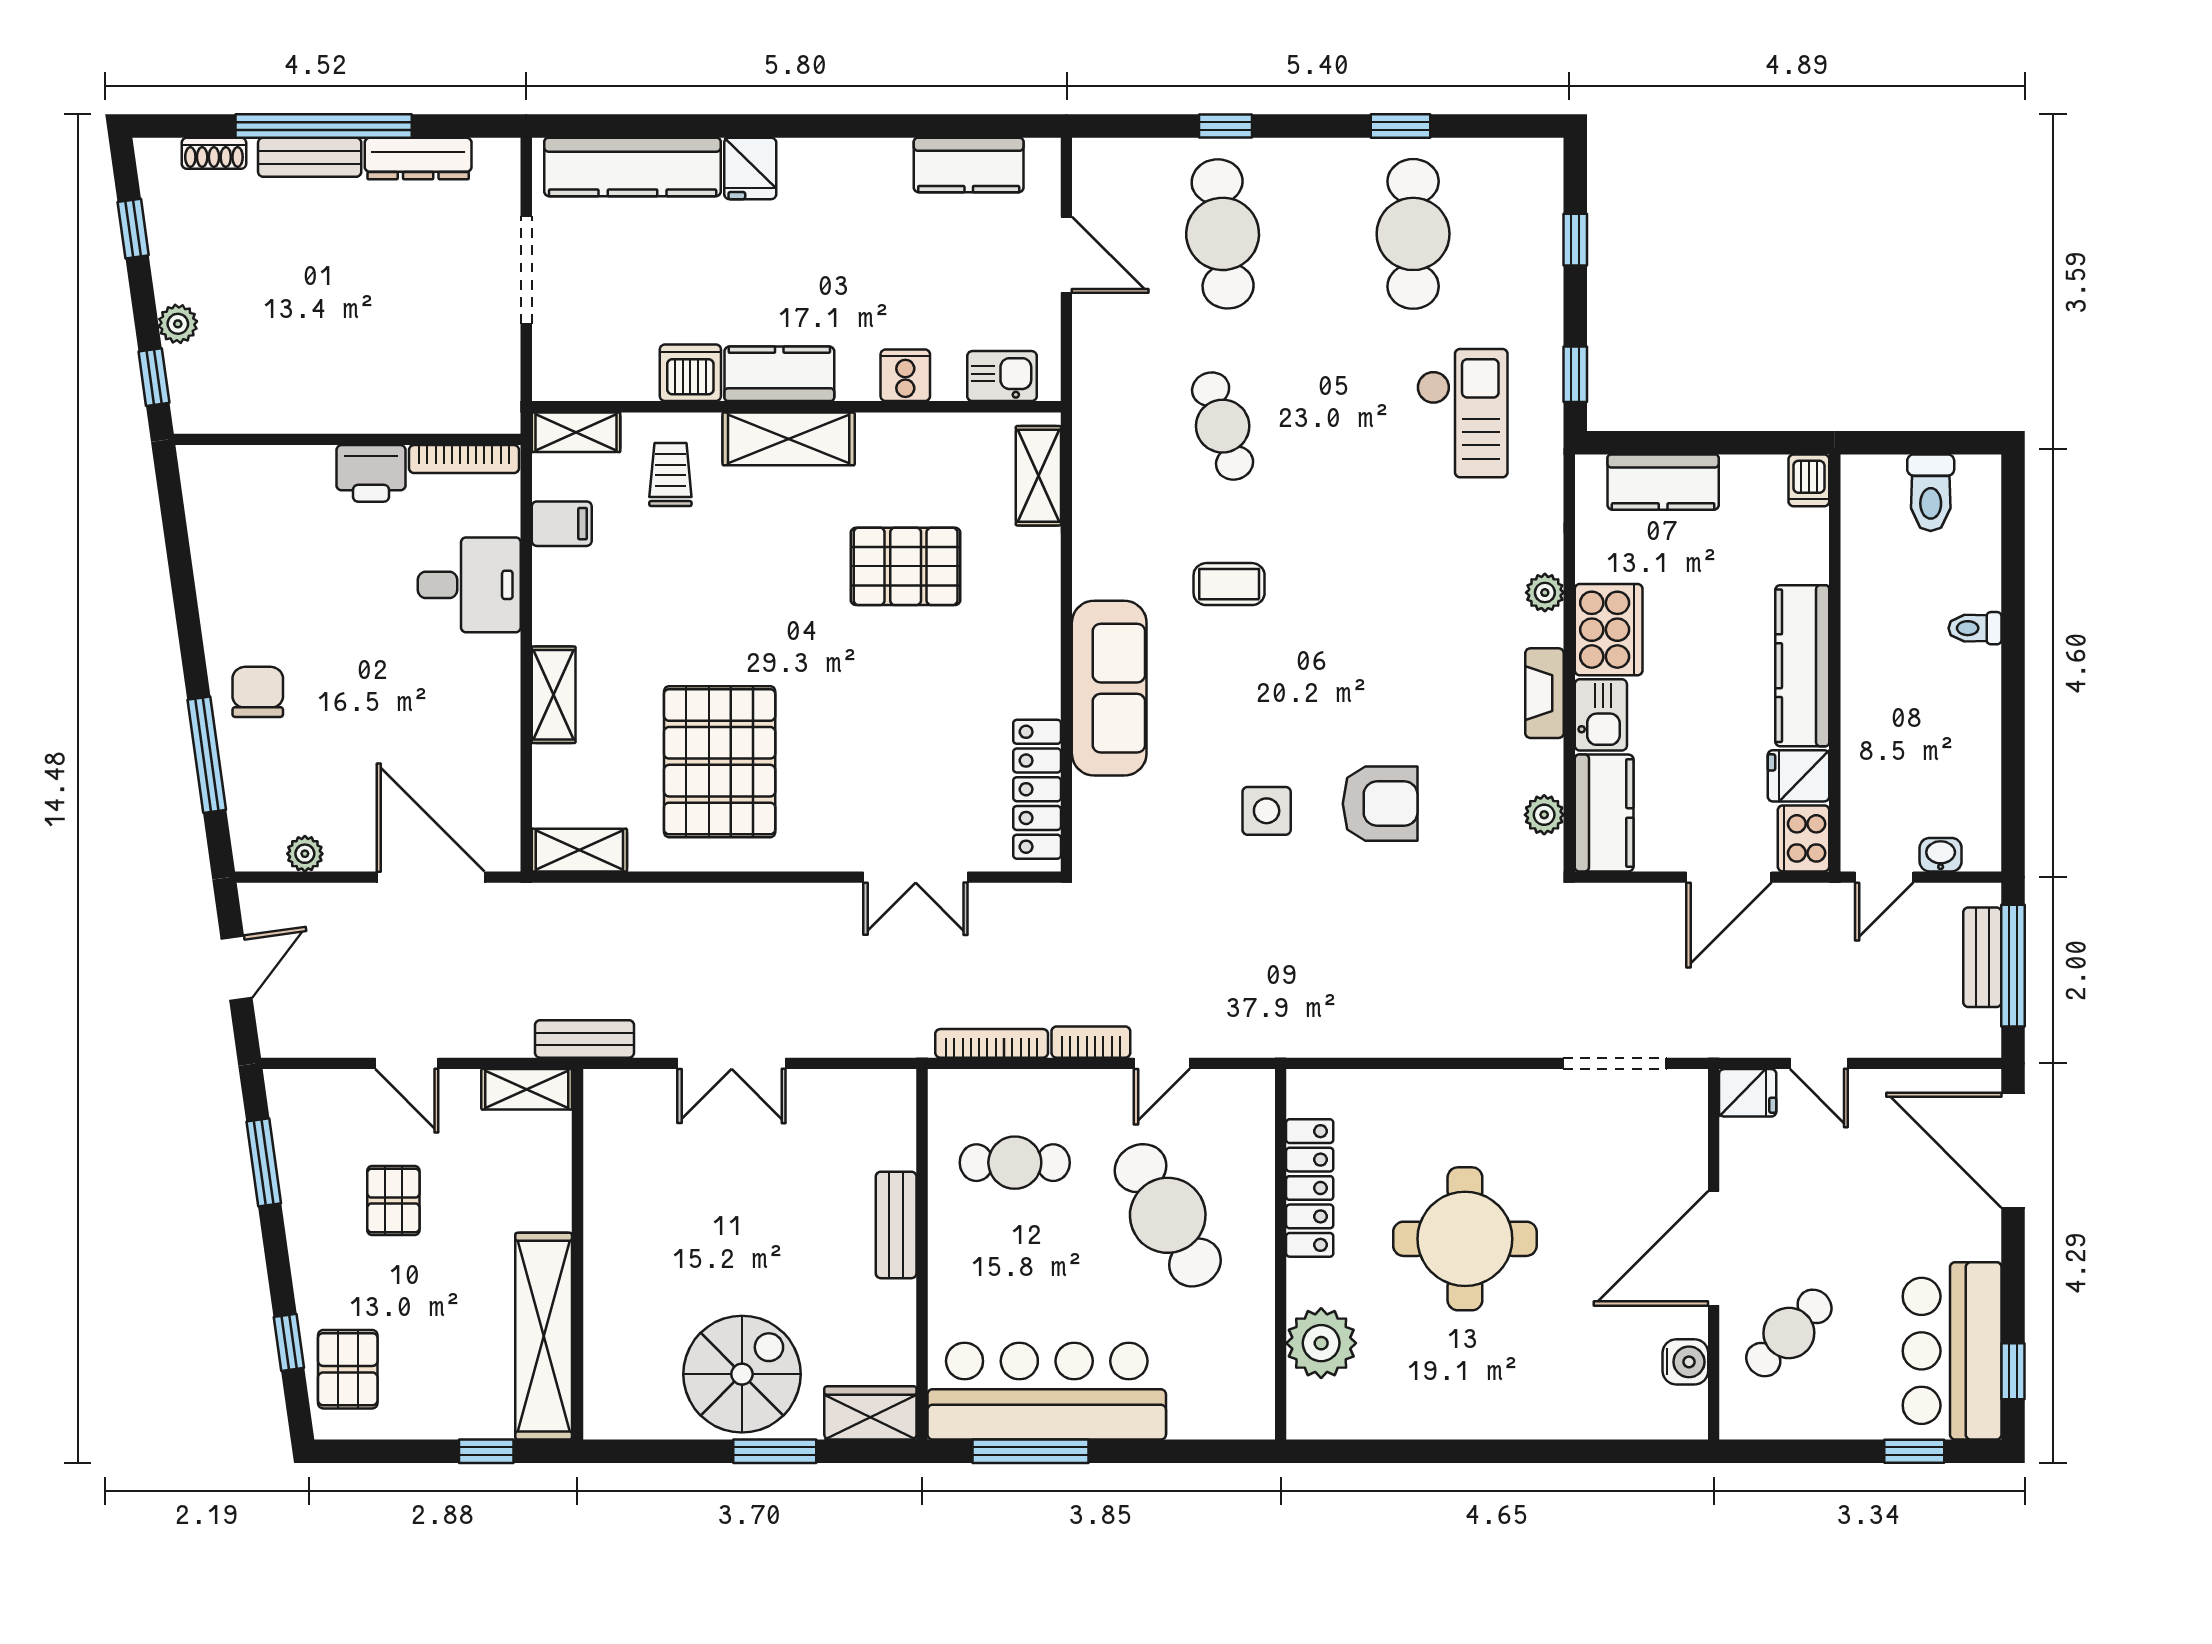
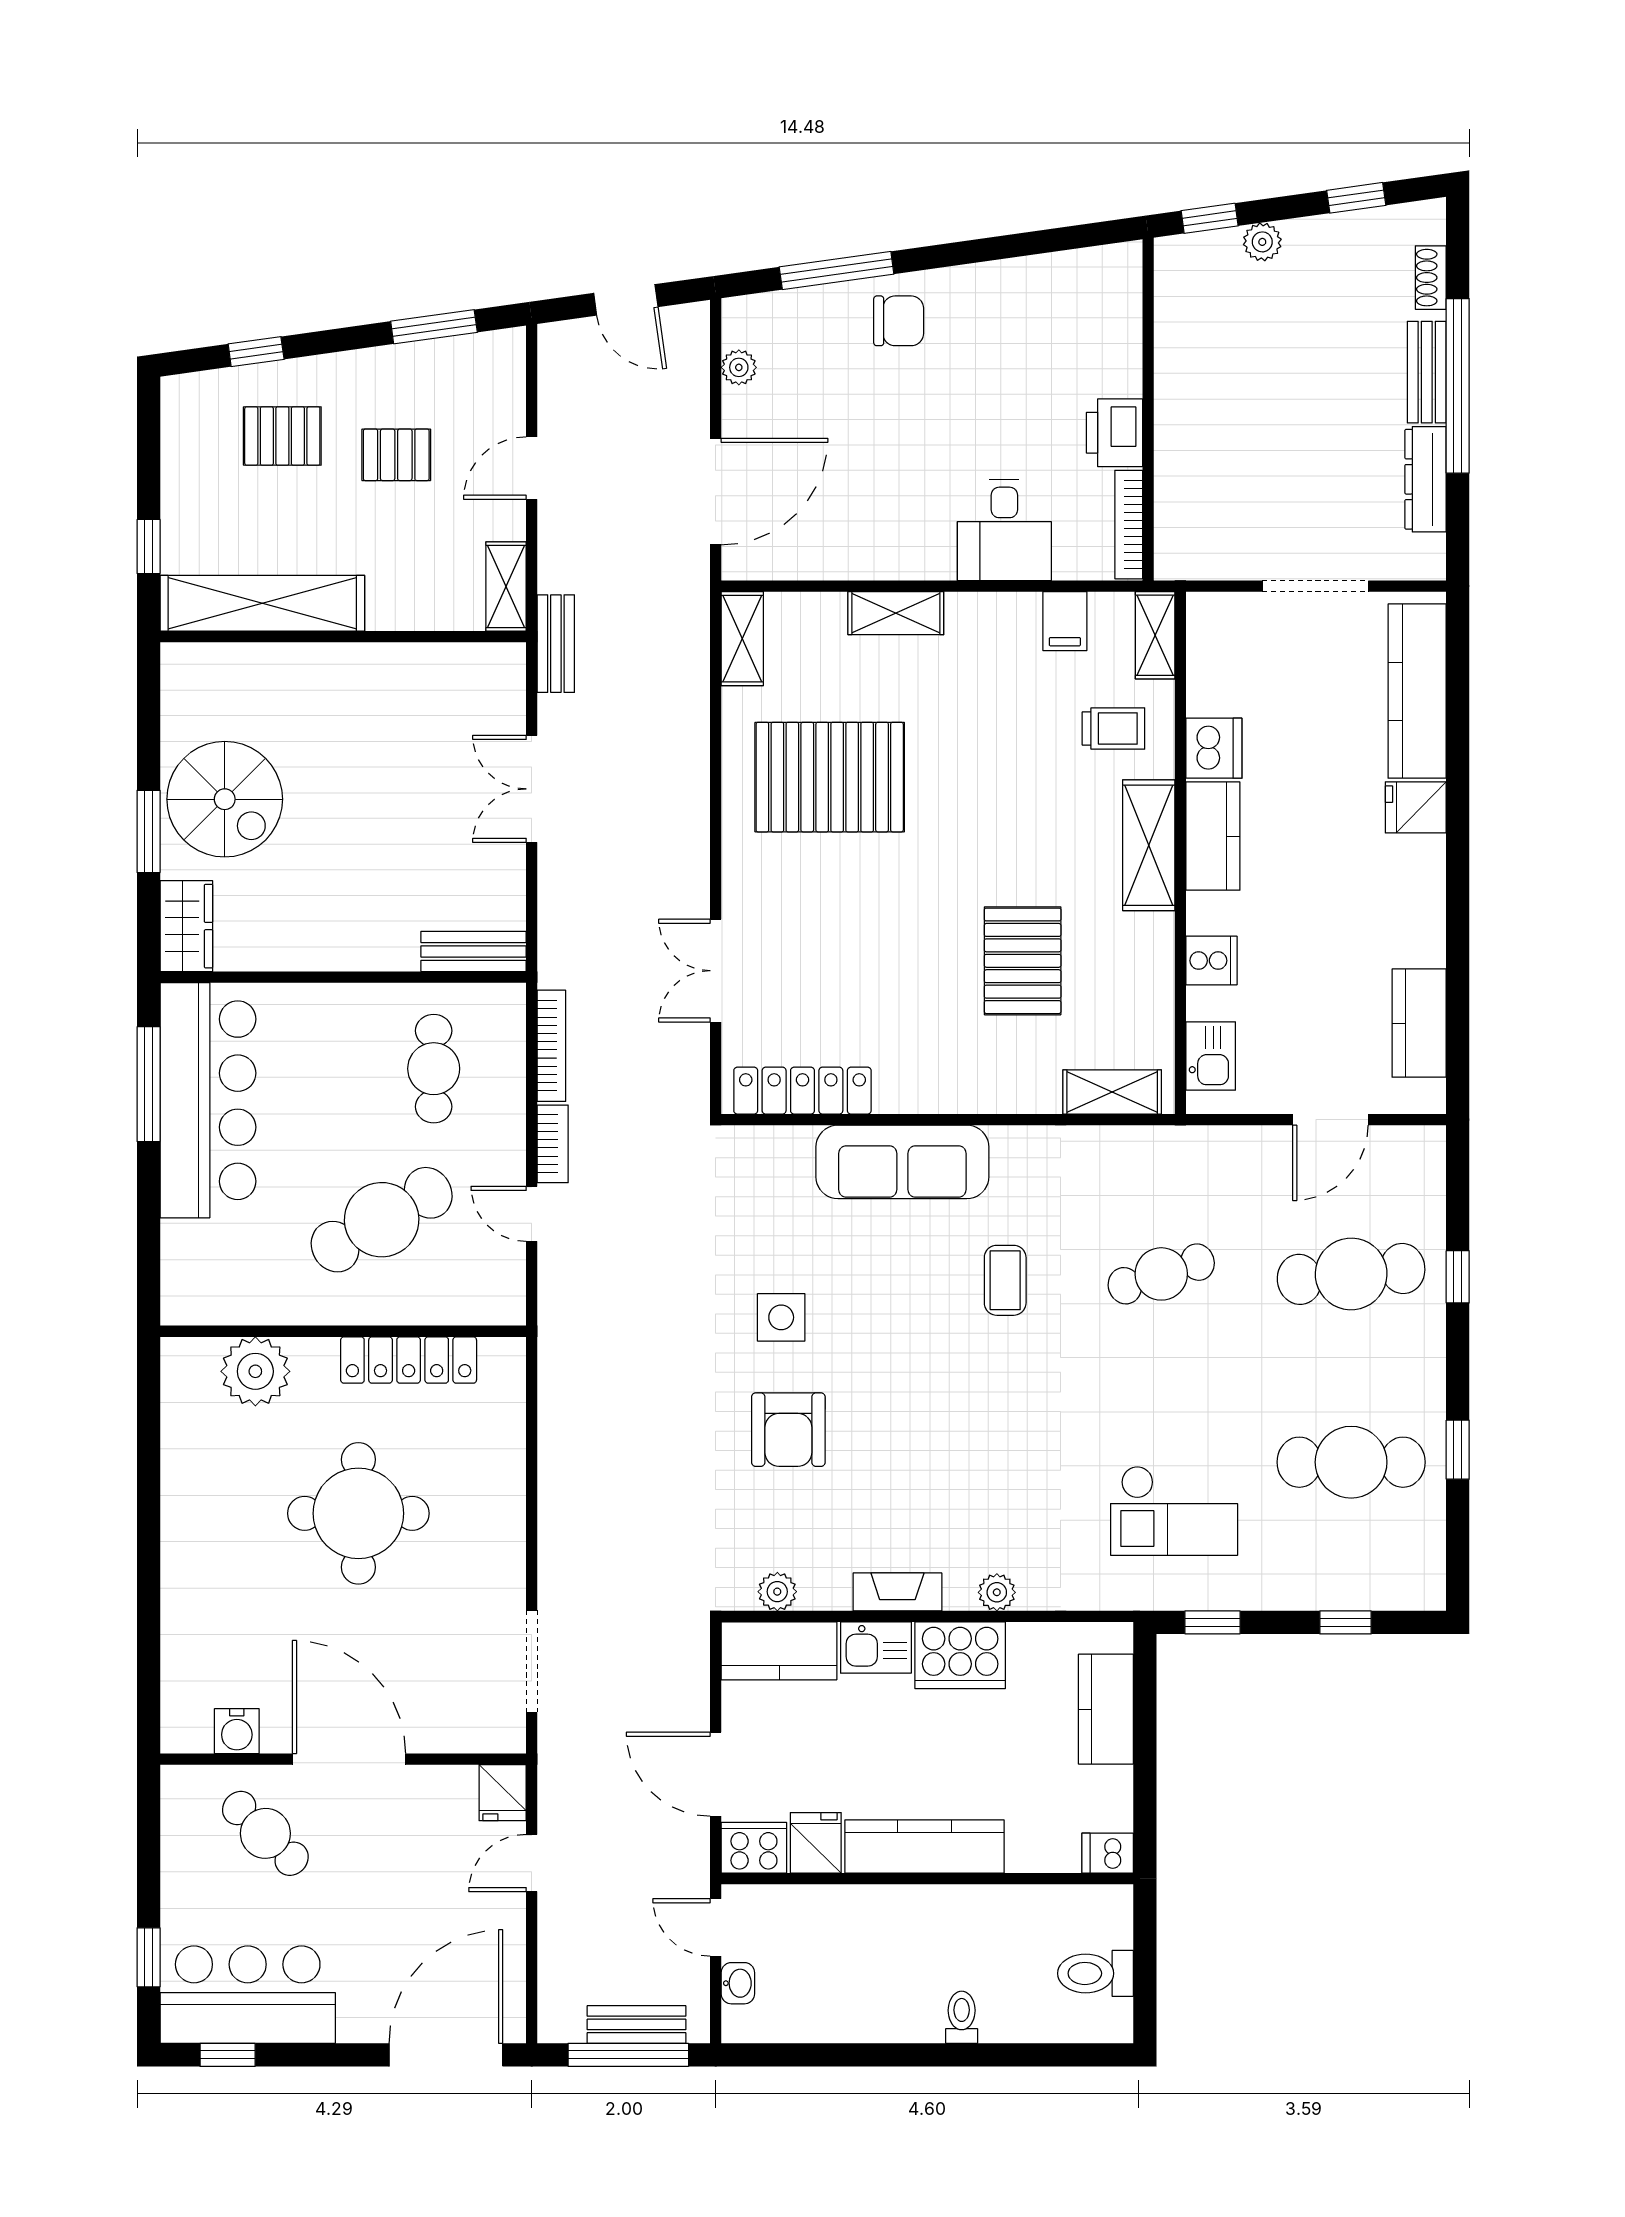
bench: (896, 1225) -> (474, 951), moved
pallet: (348, 1369) -> (282, 436), moved

